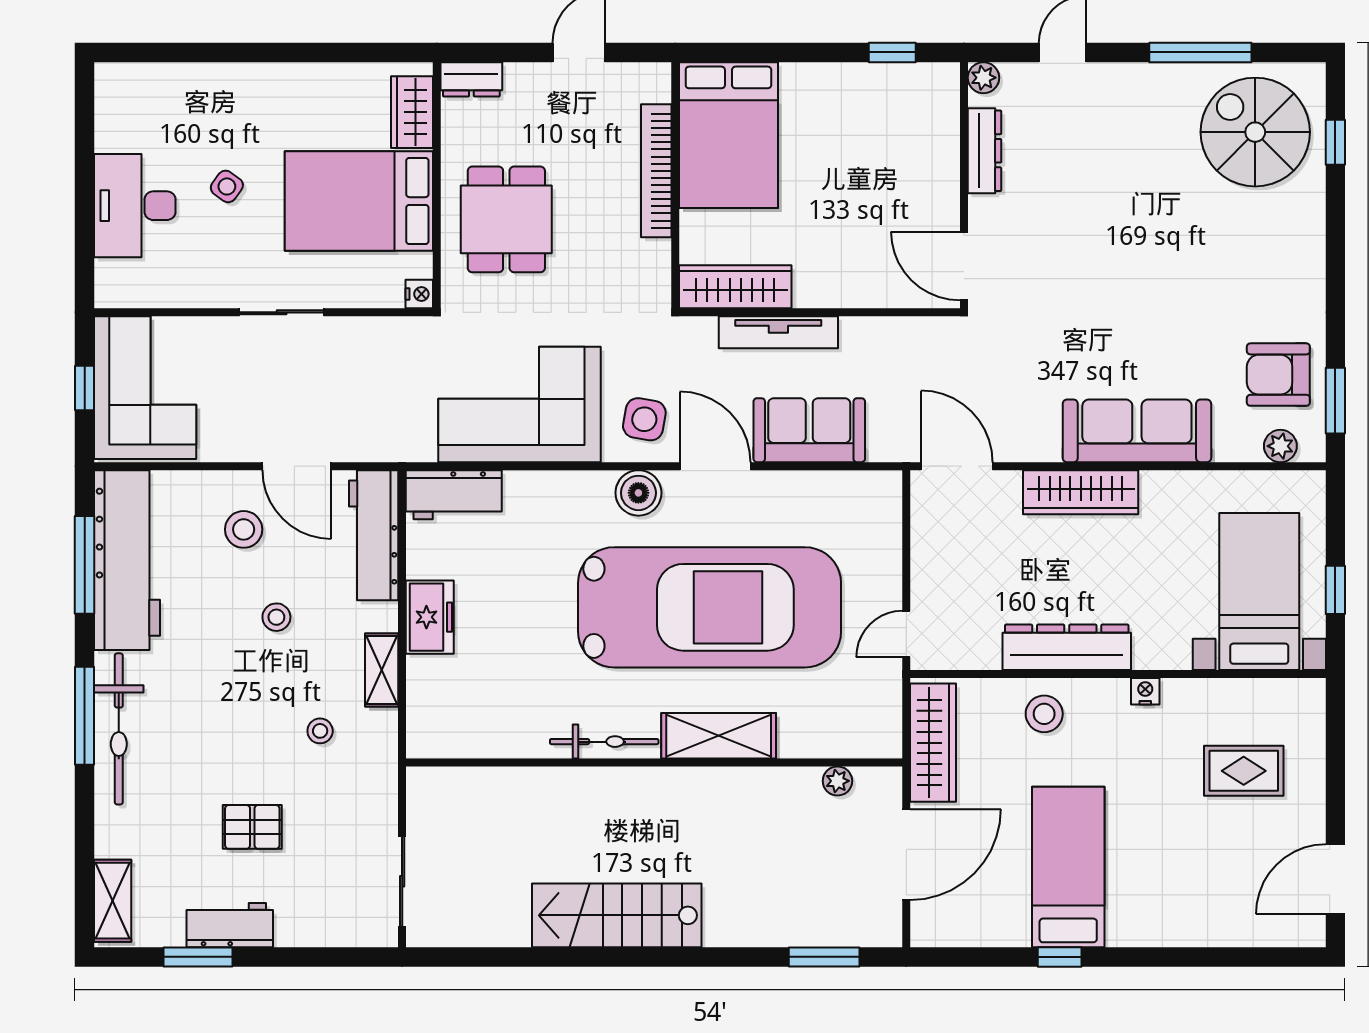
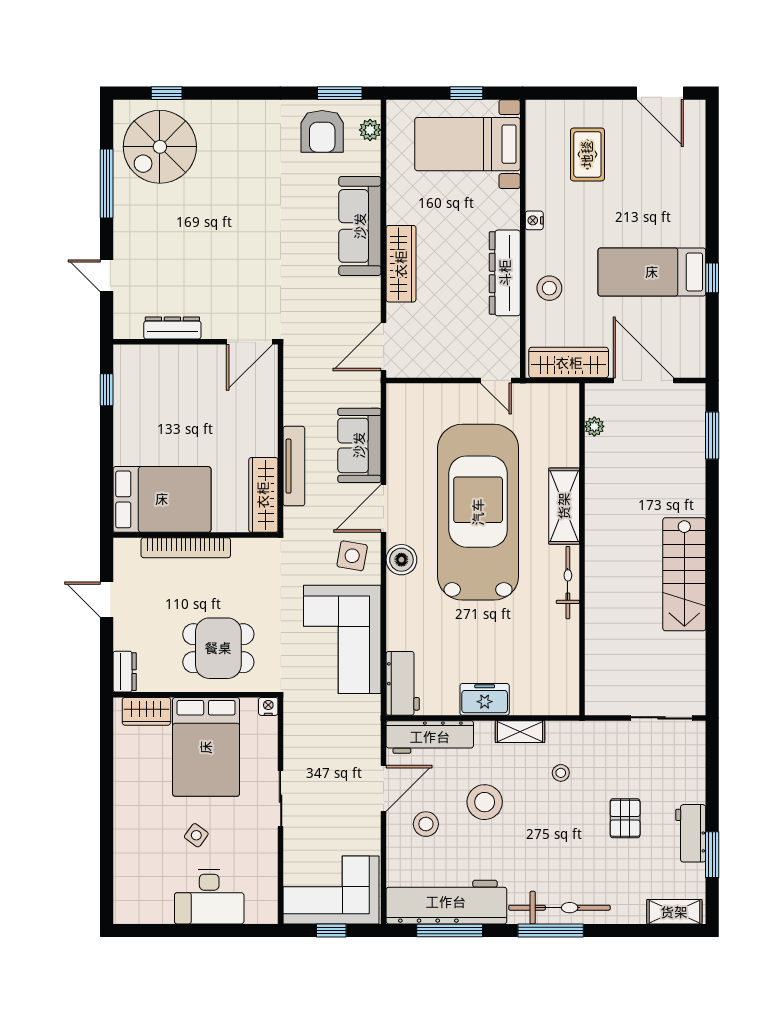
plant: (983, 78) -> (123, 329), removed
stool: (276, 617) -> (485, 802), width x1.89, depth x1.89

